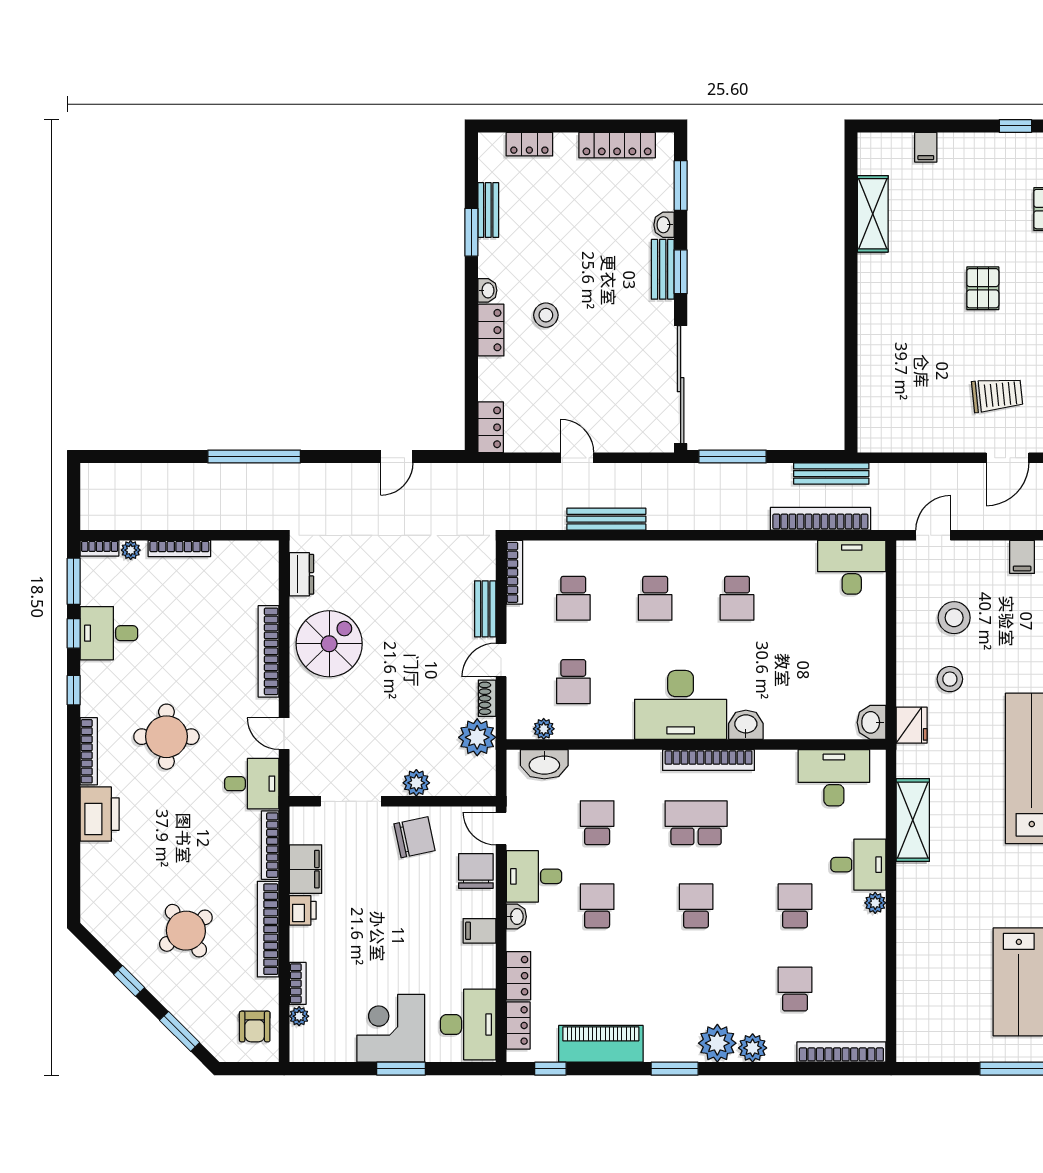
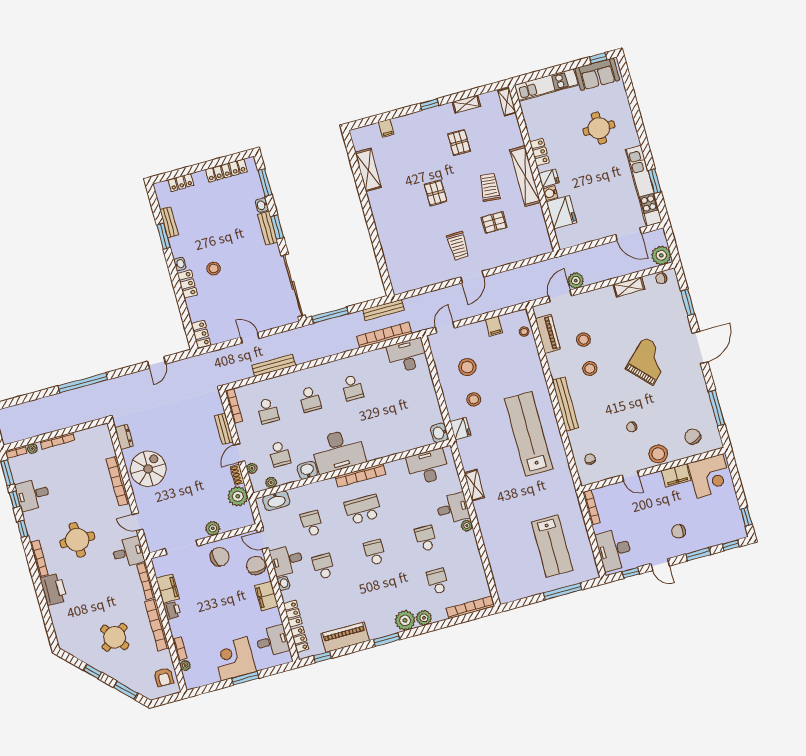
trolley: (997, 395) -> (458, 246), turned 95
plant: (516, 694) -> (252, 468), added
washbasin: (746, 725) -> (307, 470), moved
shelving: (913, 820) -> (474, 485), width x0.67, depth x0.75
filing cabinet: (480, 931) -> (266, 596), width x2.00
desk: (468, 1025) -> (272, 641), width x0.73

